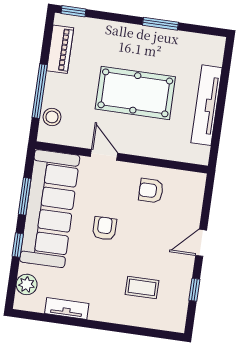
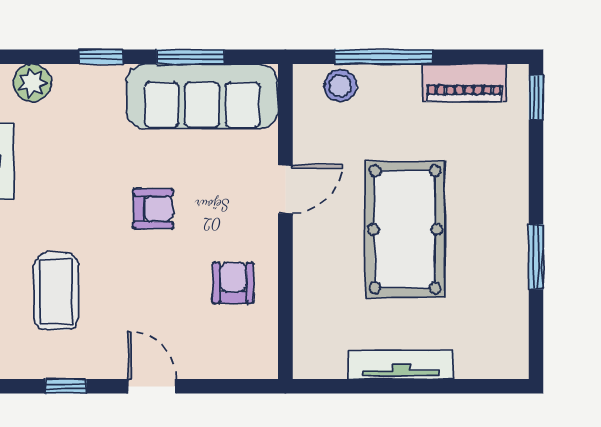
tv unit: (206, 105) -> (401, 365), width x0.73, depth x0.78
sofa: (50, 209) -> (202, 96), width x0.74, depth x0.79
coffee table: (142, 287) -> (56, 291), width x1.36, depth x1.30

